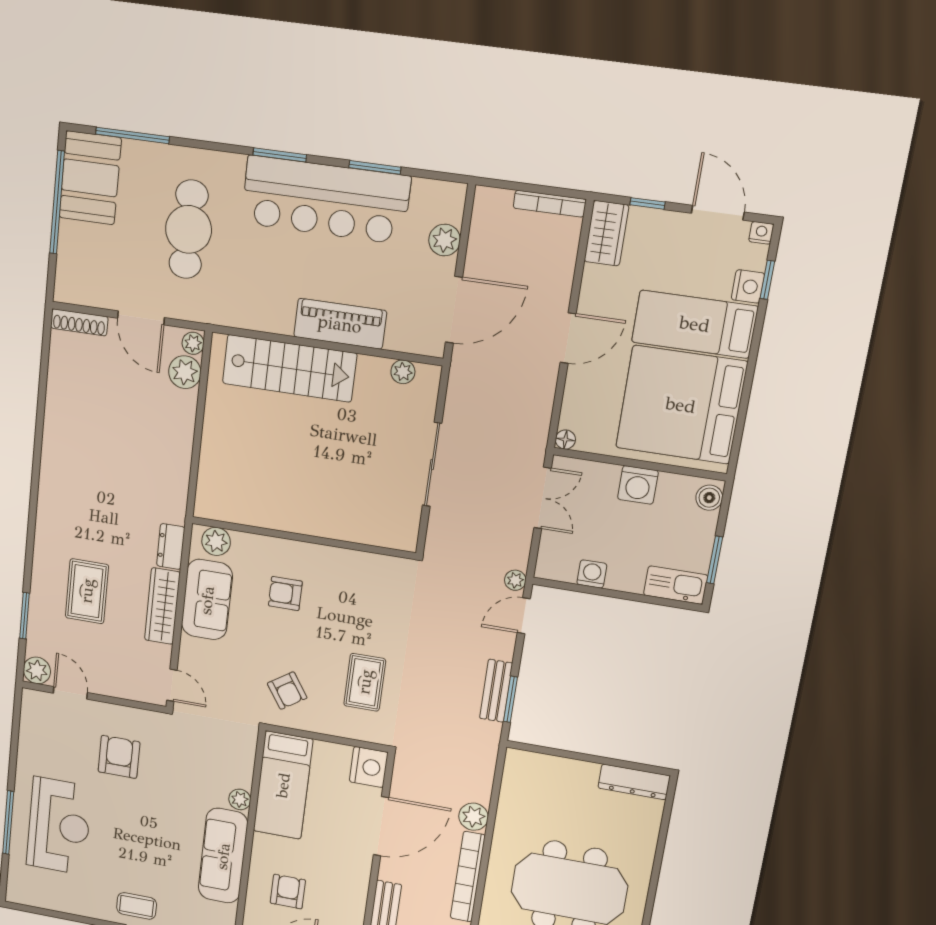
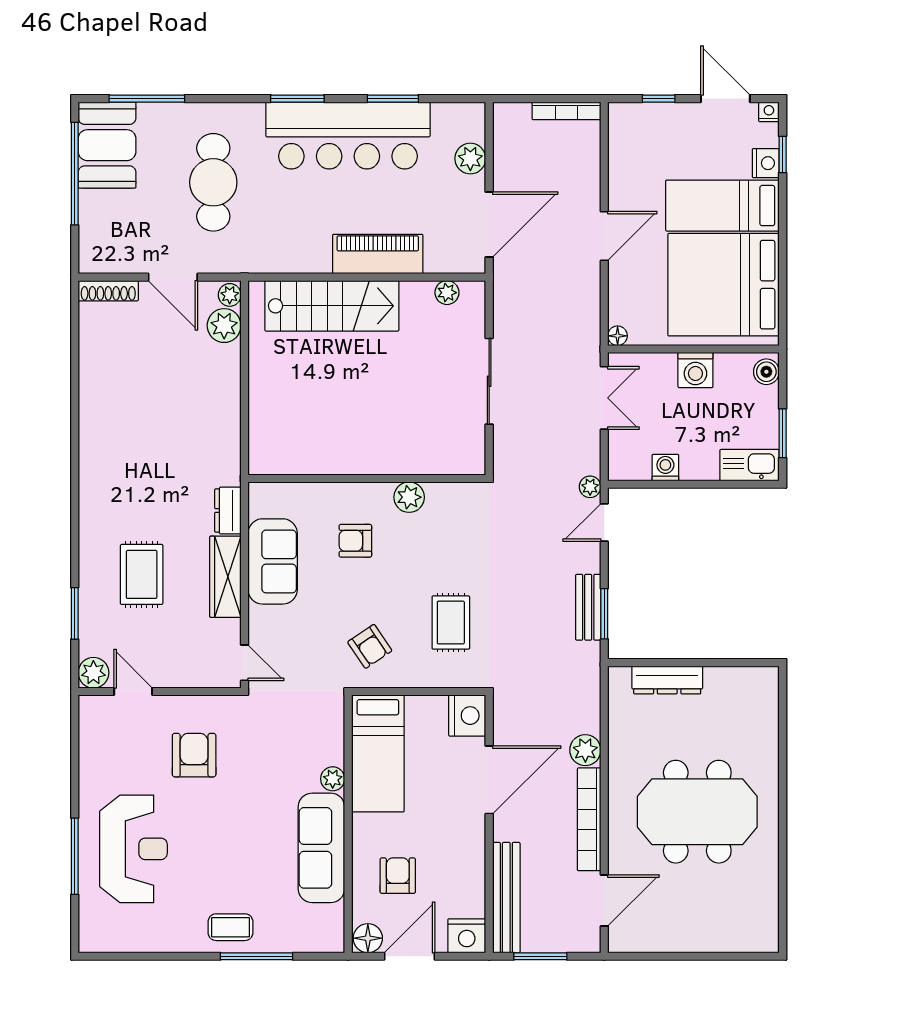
wardrobe: (606, 233) -> (625, 131), removed
plant: (216, 541) -> (409, 497), moved
dresser: (634, 782) -> (667, 680), moved

